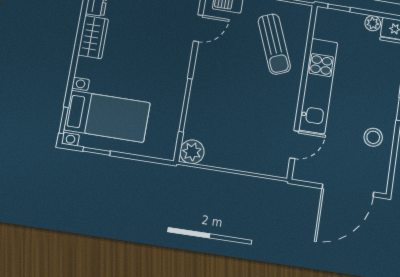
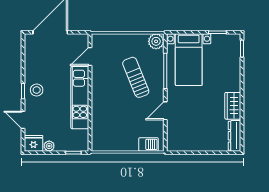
door: (198, 28) -> (165, 111), moved
sun lounger: (274, 44) -> (136, 77), moved
bed with nightstands: (107, 116) -> (189, 60), moved, turned -90
stool: (373, 137) -> (37, 90), moved

